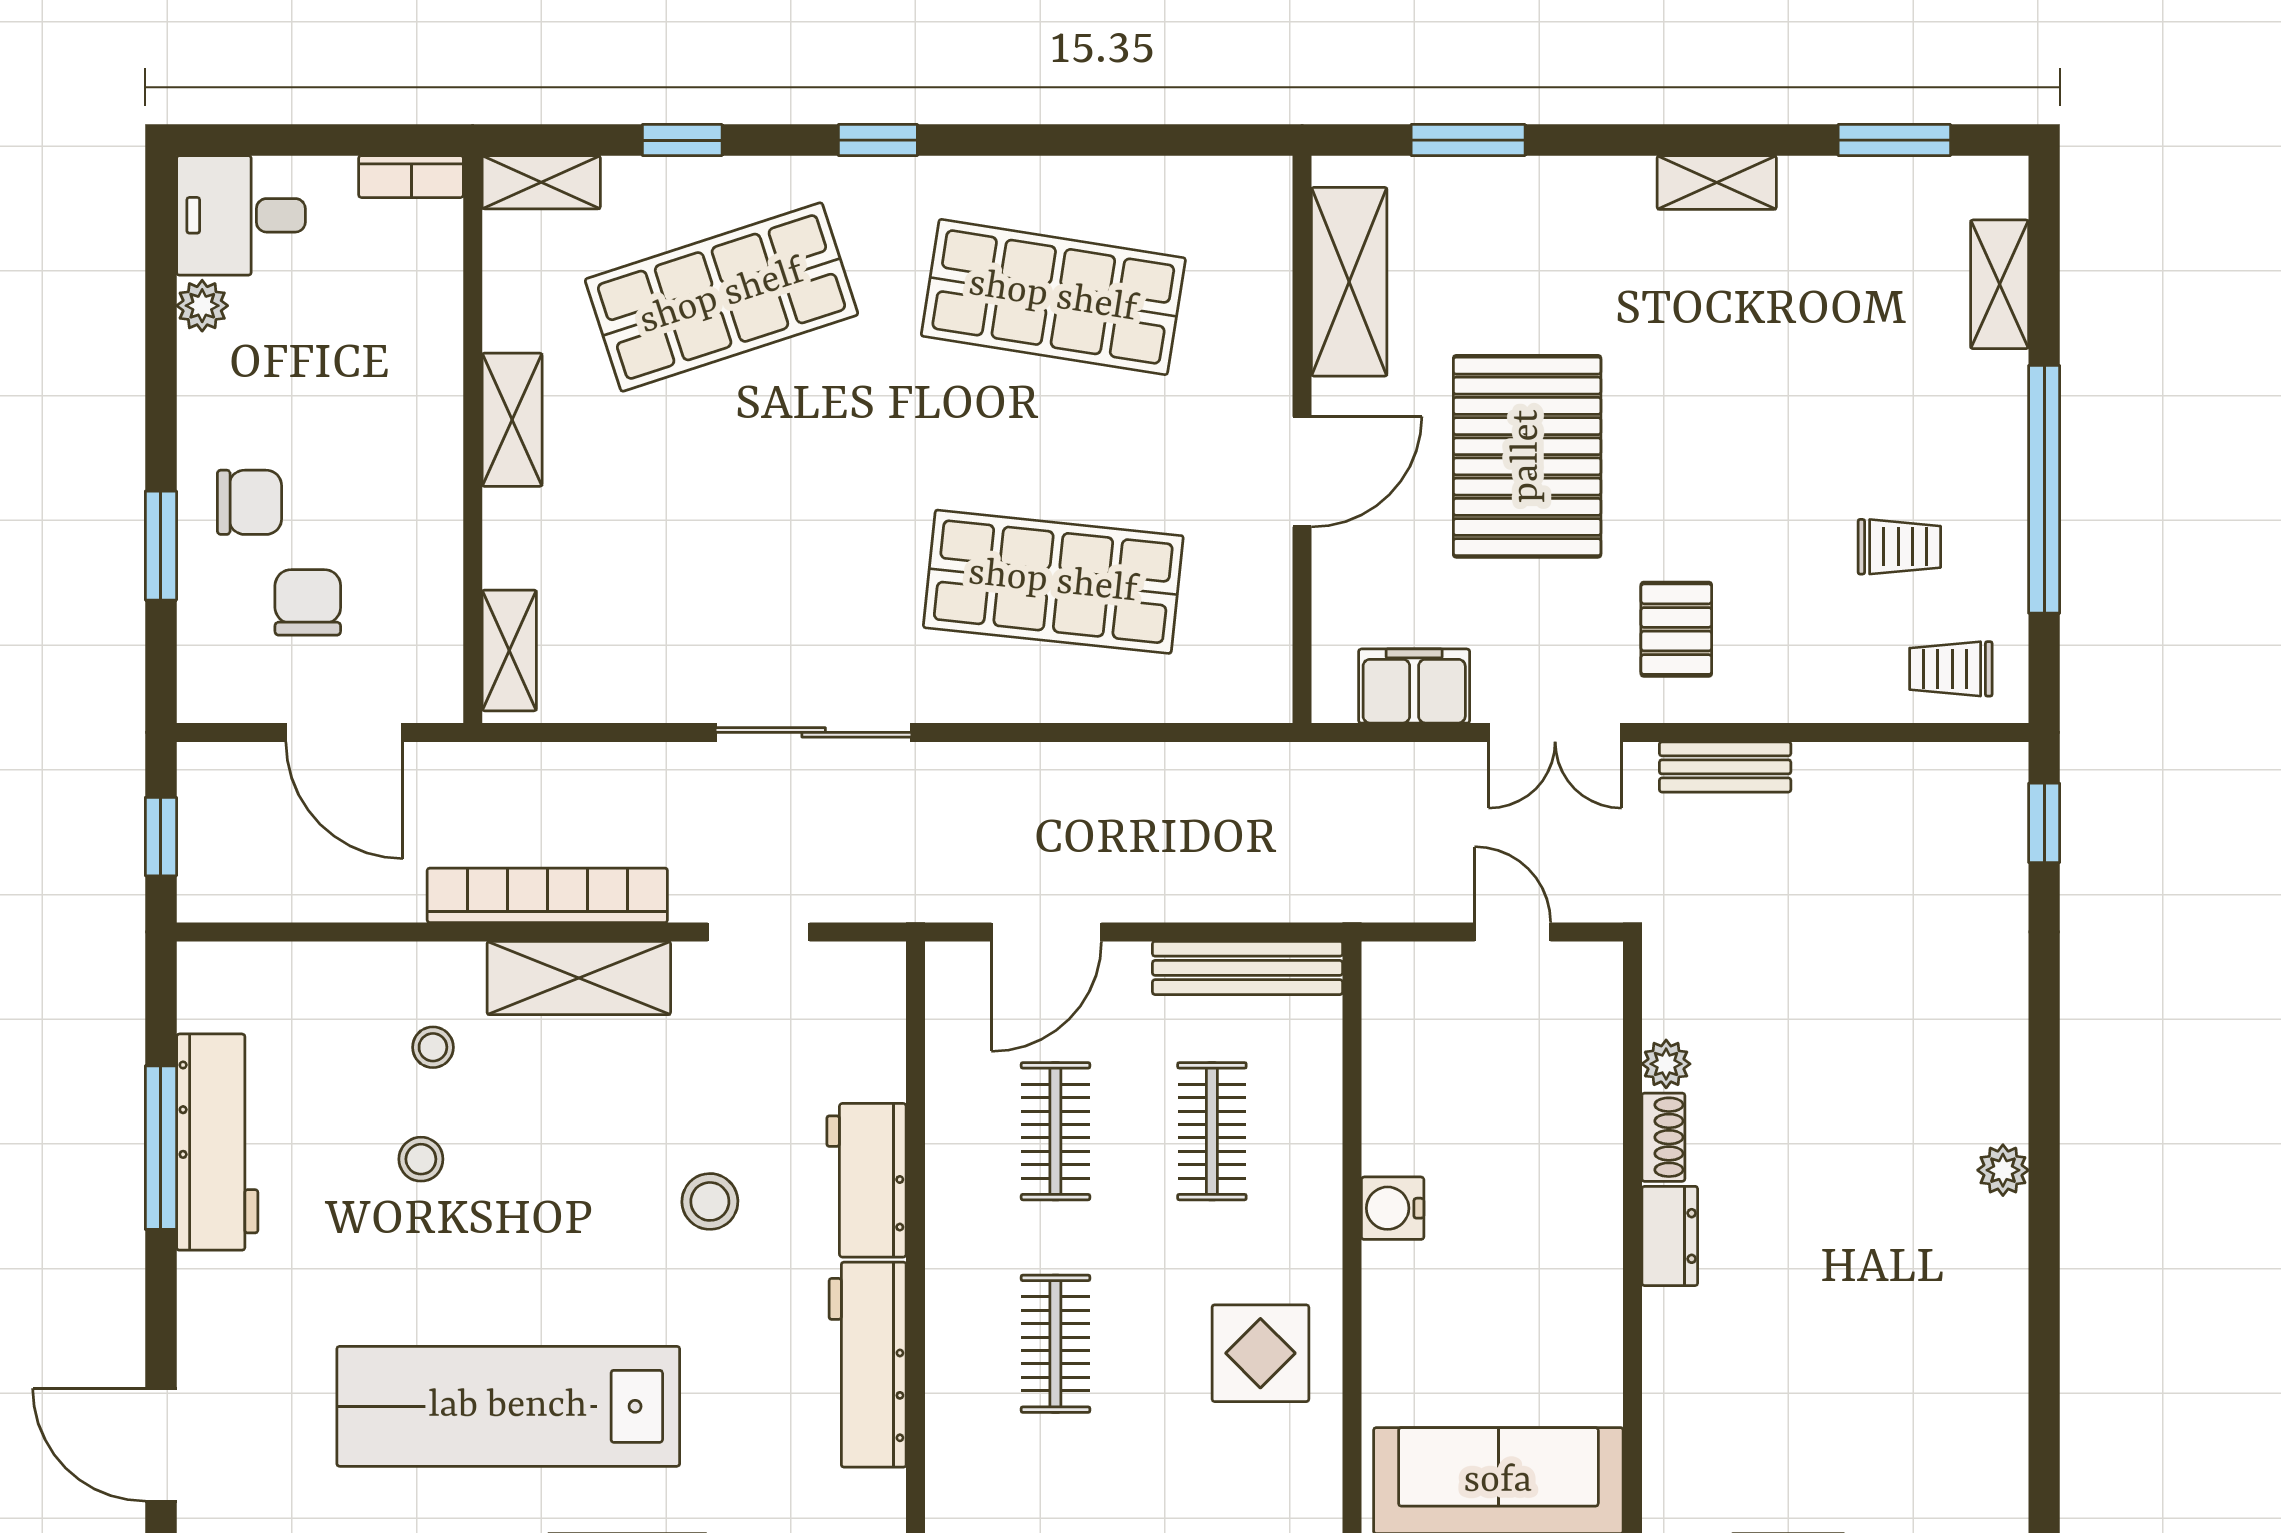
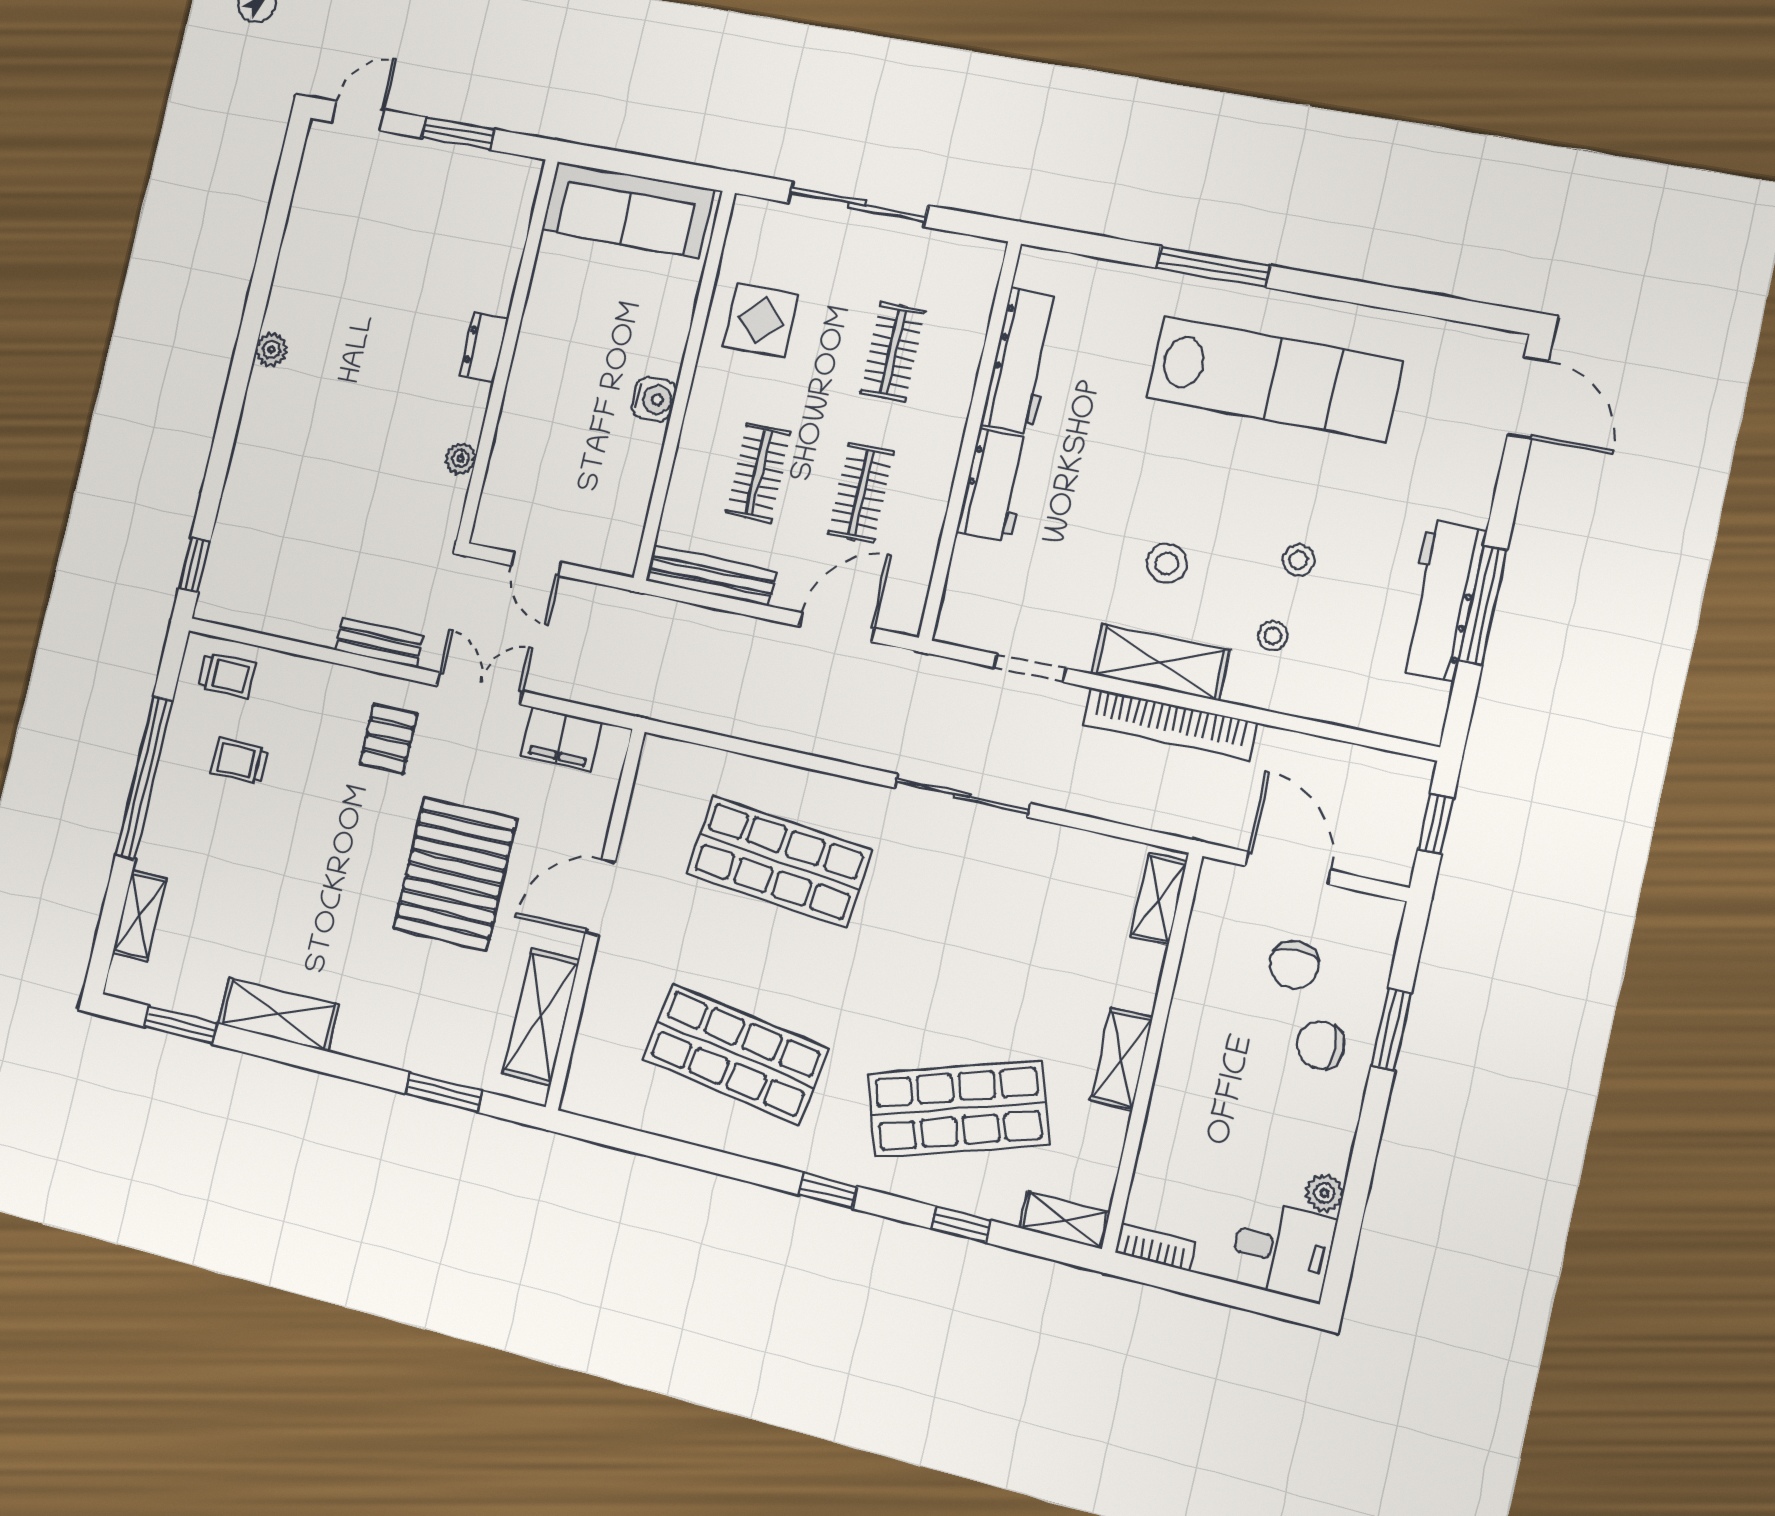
shelving: (1717, 182) -> (278, 1014), width x1.50, depth x1.33
shoe rack: (1663, 1137) -> (473, 412), removed
stool: (710, 1201) -> (1167, 563), moved

